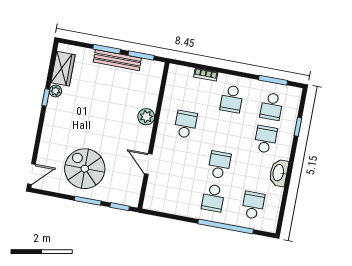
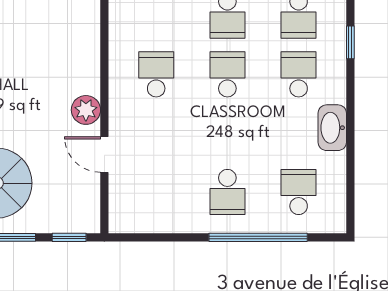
plant: (146, 117) -> (86, 110), moved
school desk: (219, 165) -> (227, 74), moved

